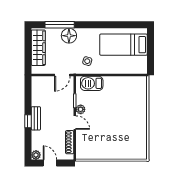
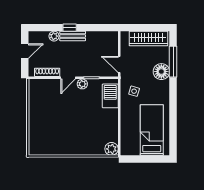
plant: (141, 82) -> (111, 149), added
plant: (36, 155) -> (54, 36), moved

